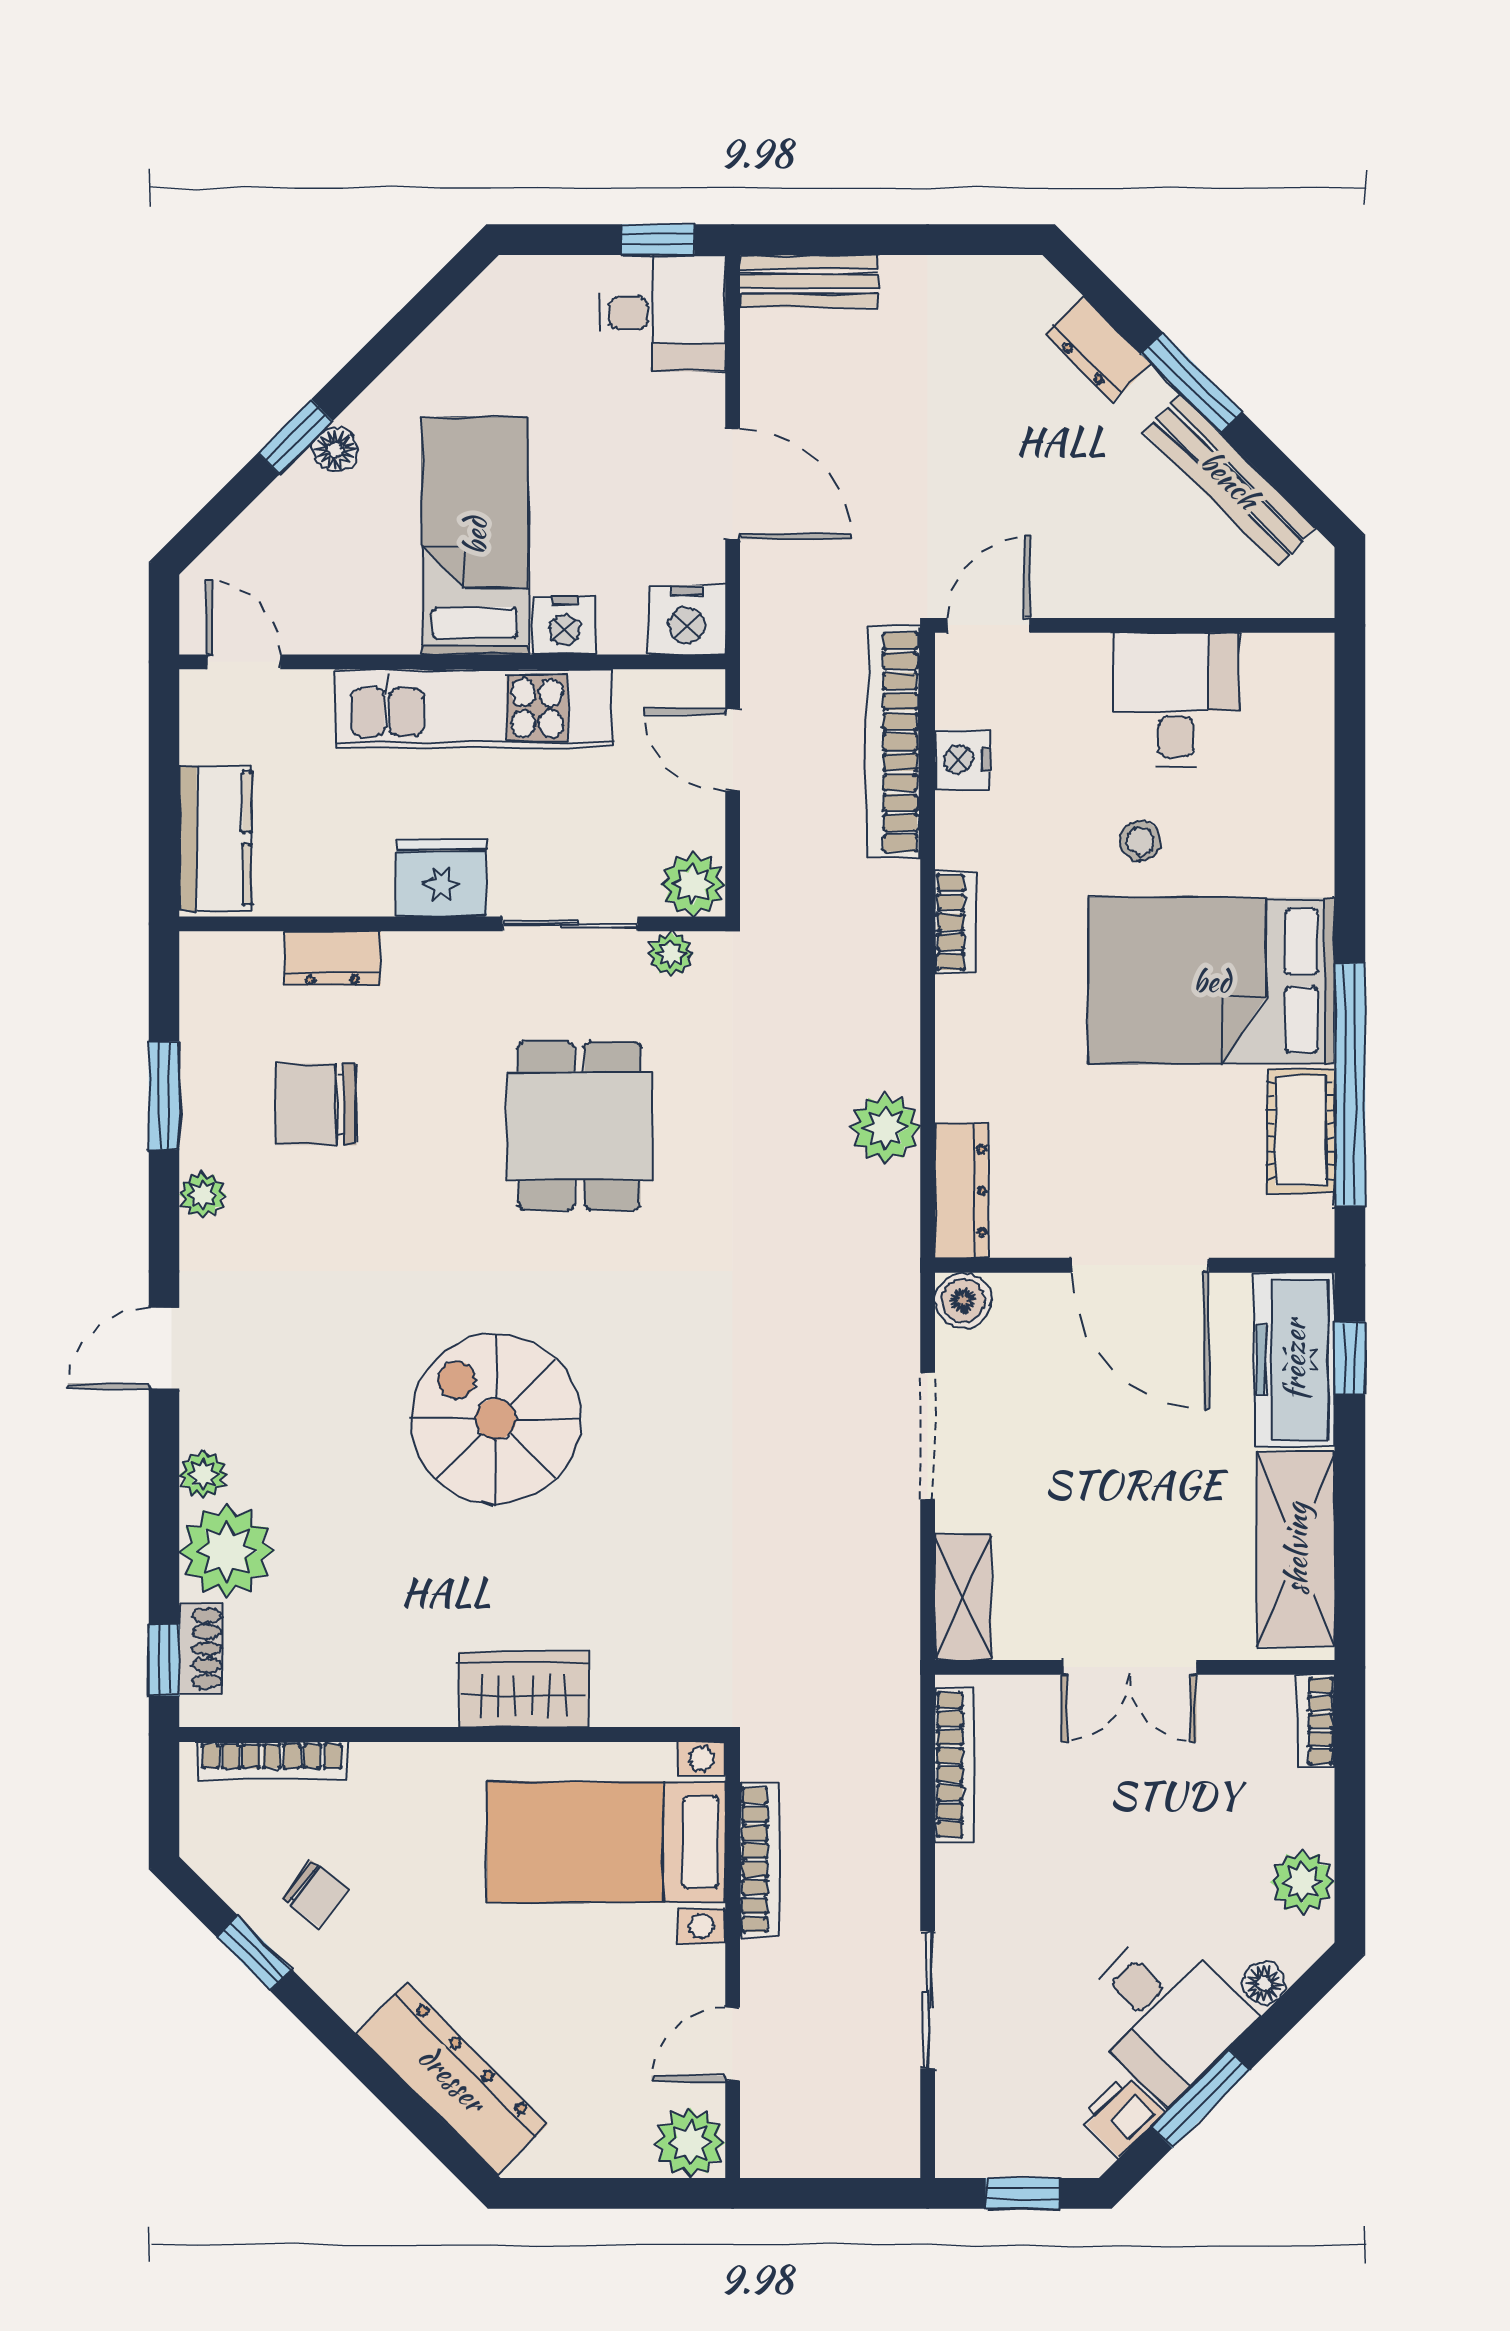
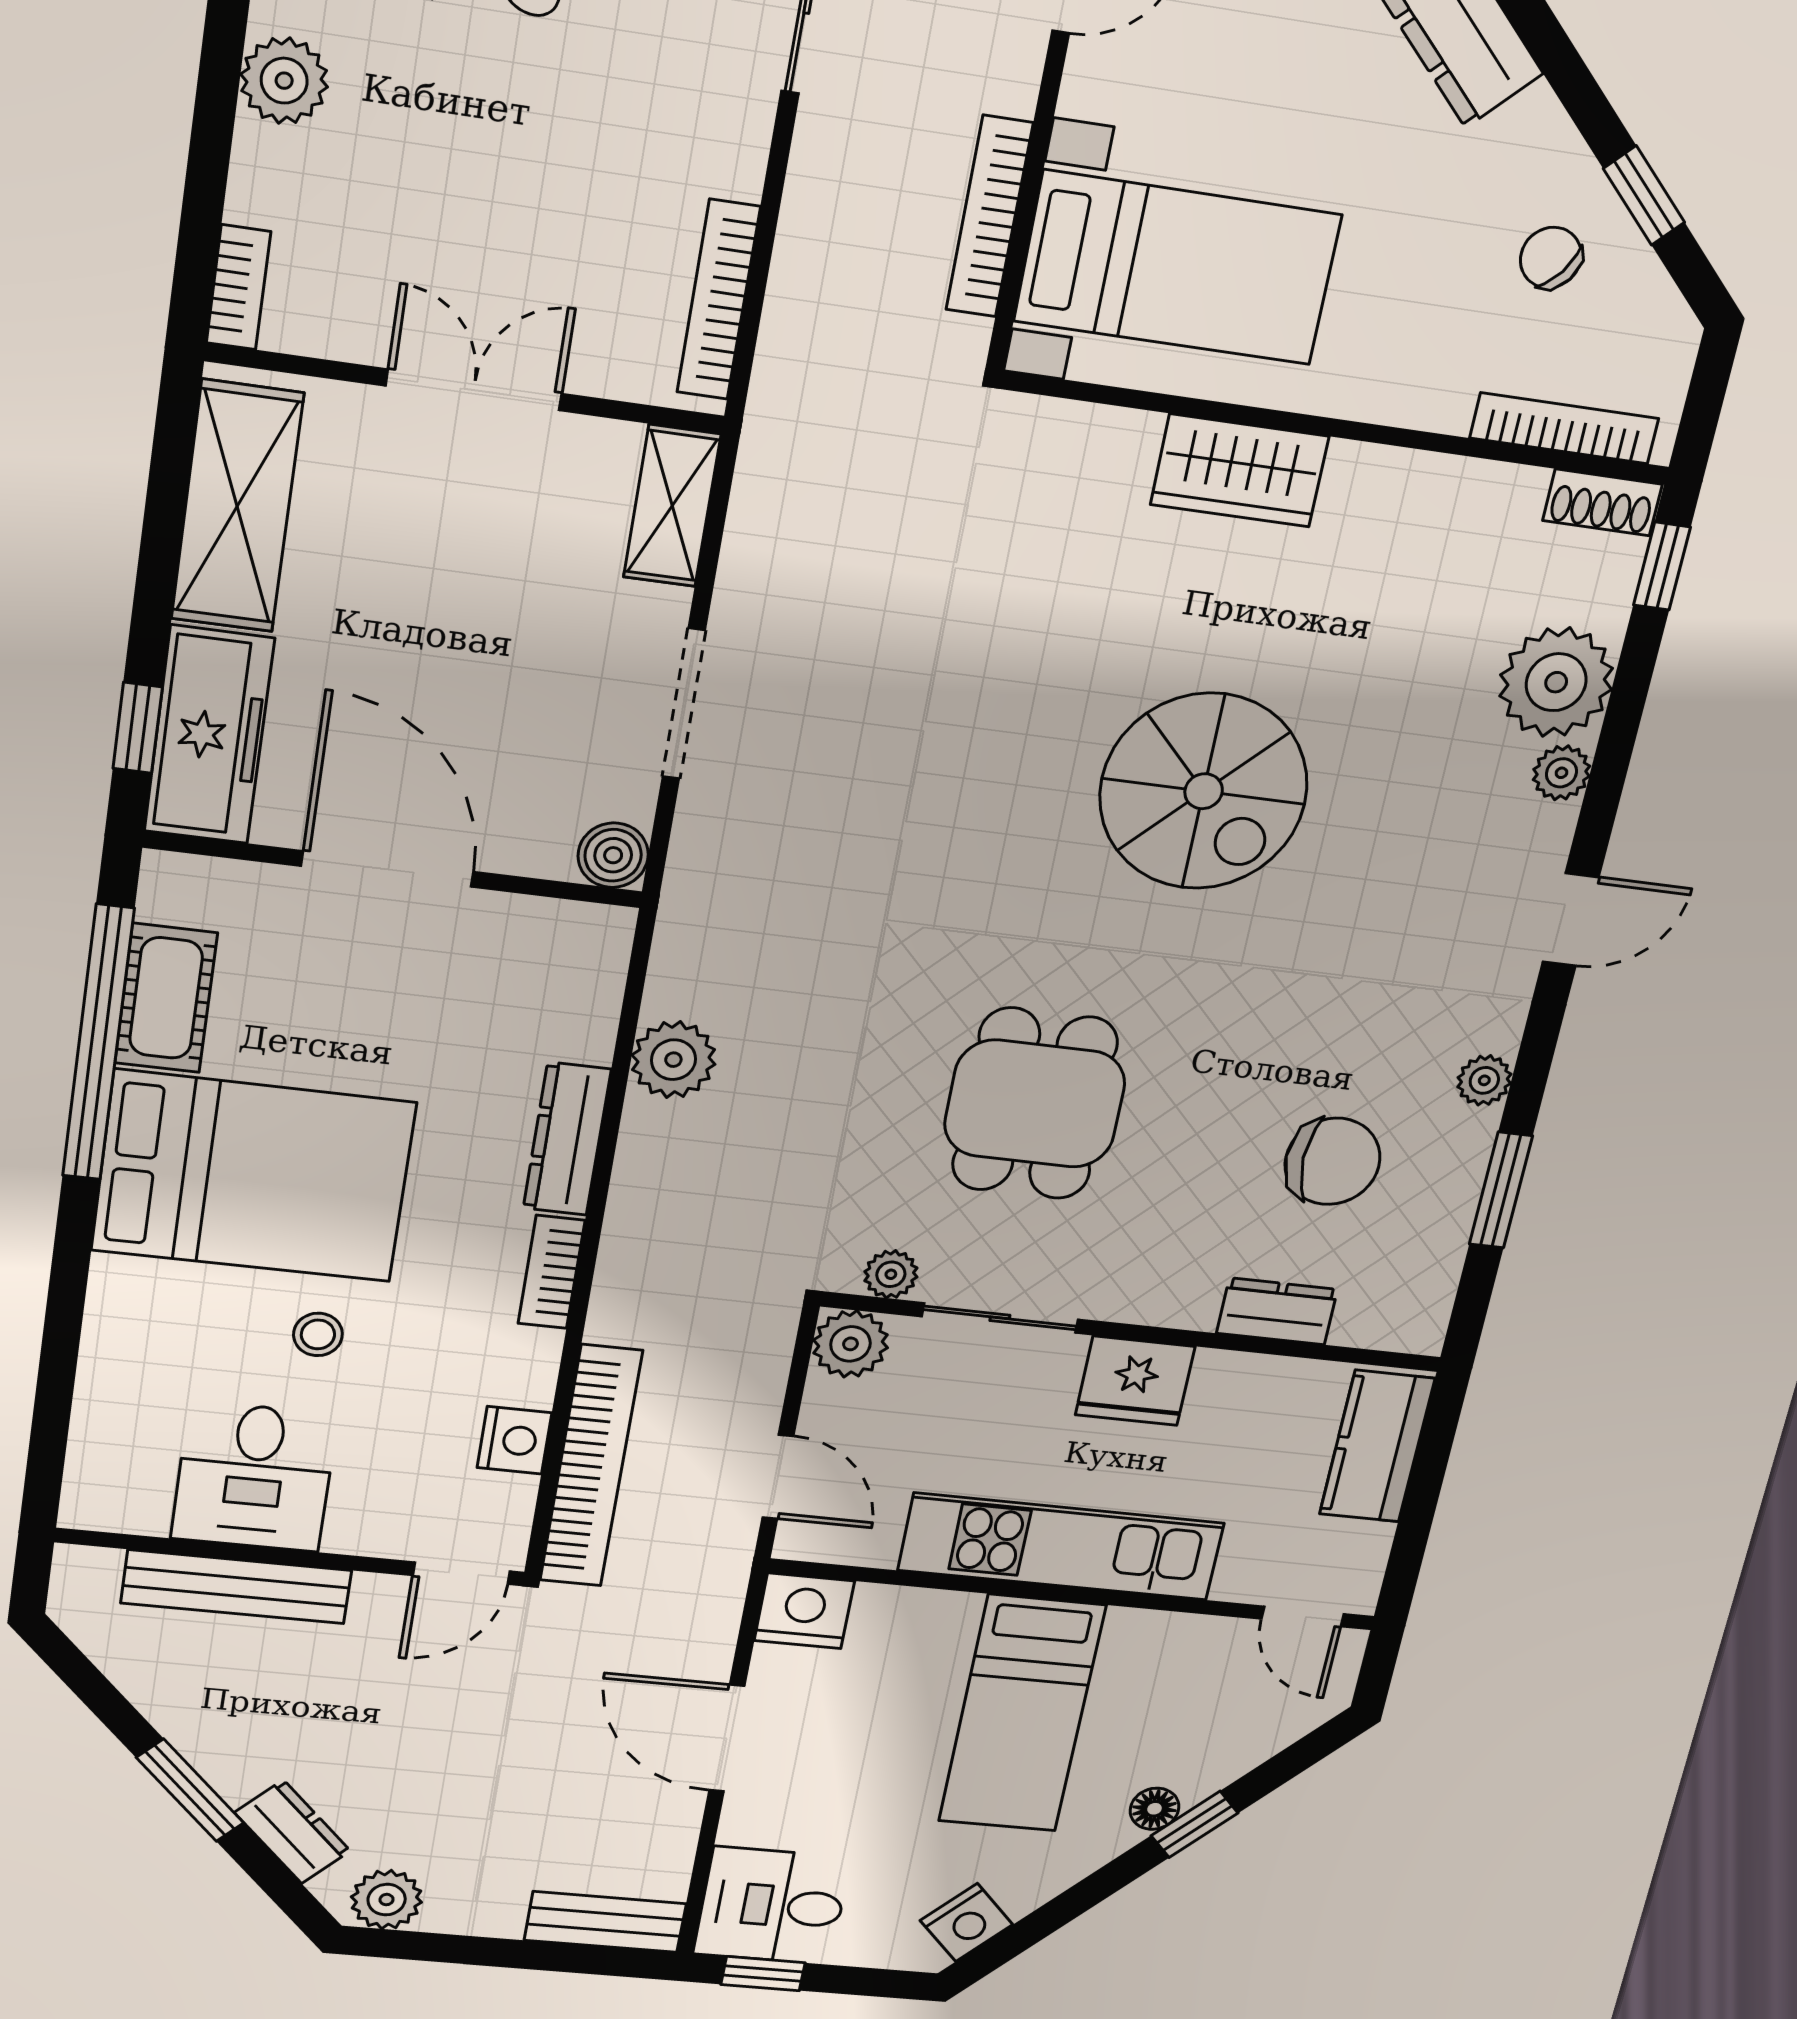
plant: (1006, 286) -> (387, 1900), added
bench: (1230, 480) -> (236, 1587), moved, turned -45
nightstand: (565, 625) -> (966, 1923), moved, turned 135
dresser: (961, 1190) -> (567, 1139), moved
shoe rack: (201, 1648) -> (1602, 502), moved, turned -90

